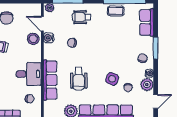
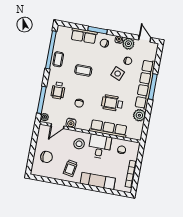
row of seats: (147, 22) -> (84, 36), moved
stool: (33, 39) -> (79, 144), moved
coffee table: (109, 41) -> (83, 70), added
wheelchair: (79, 79) -> (112, 103), turned 180

